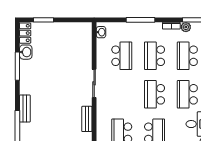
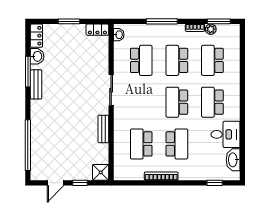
window: (43, 20) -> (69, 21), moved
locker: (81, 27) -> (97, 30), added
bench: (25, 108) -> (36, 84), moved

